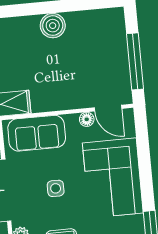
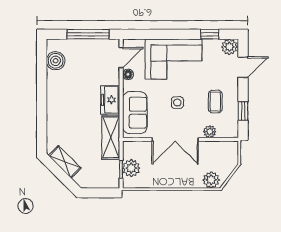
boiler: (53, 26) -> (56, 61), moved
freezer: (51, 99) -> (110, 100), added

